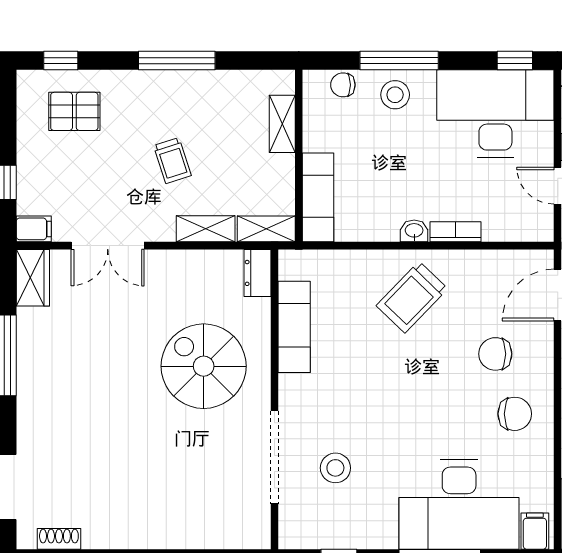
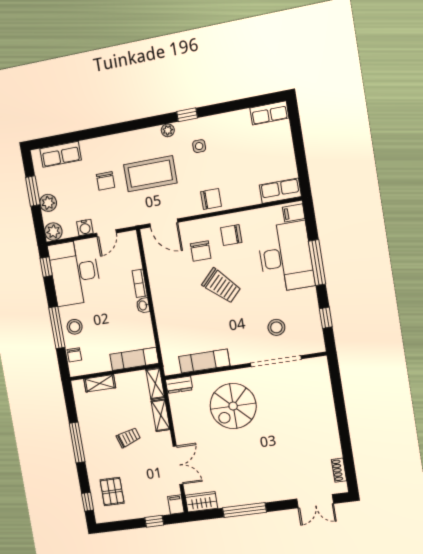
trolley: (412, 297) -> (221, 286), moved
chair: (515, 414) -> (231, 235), turned -90

